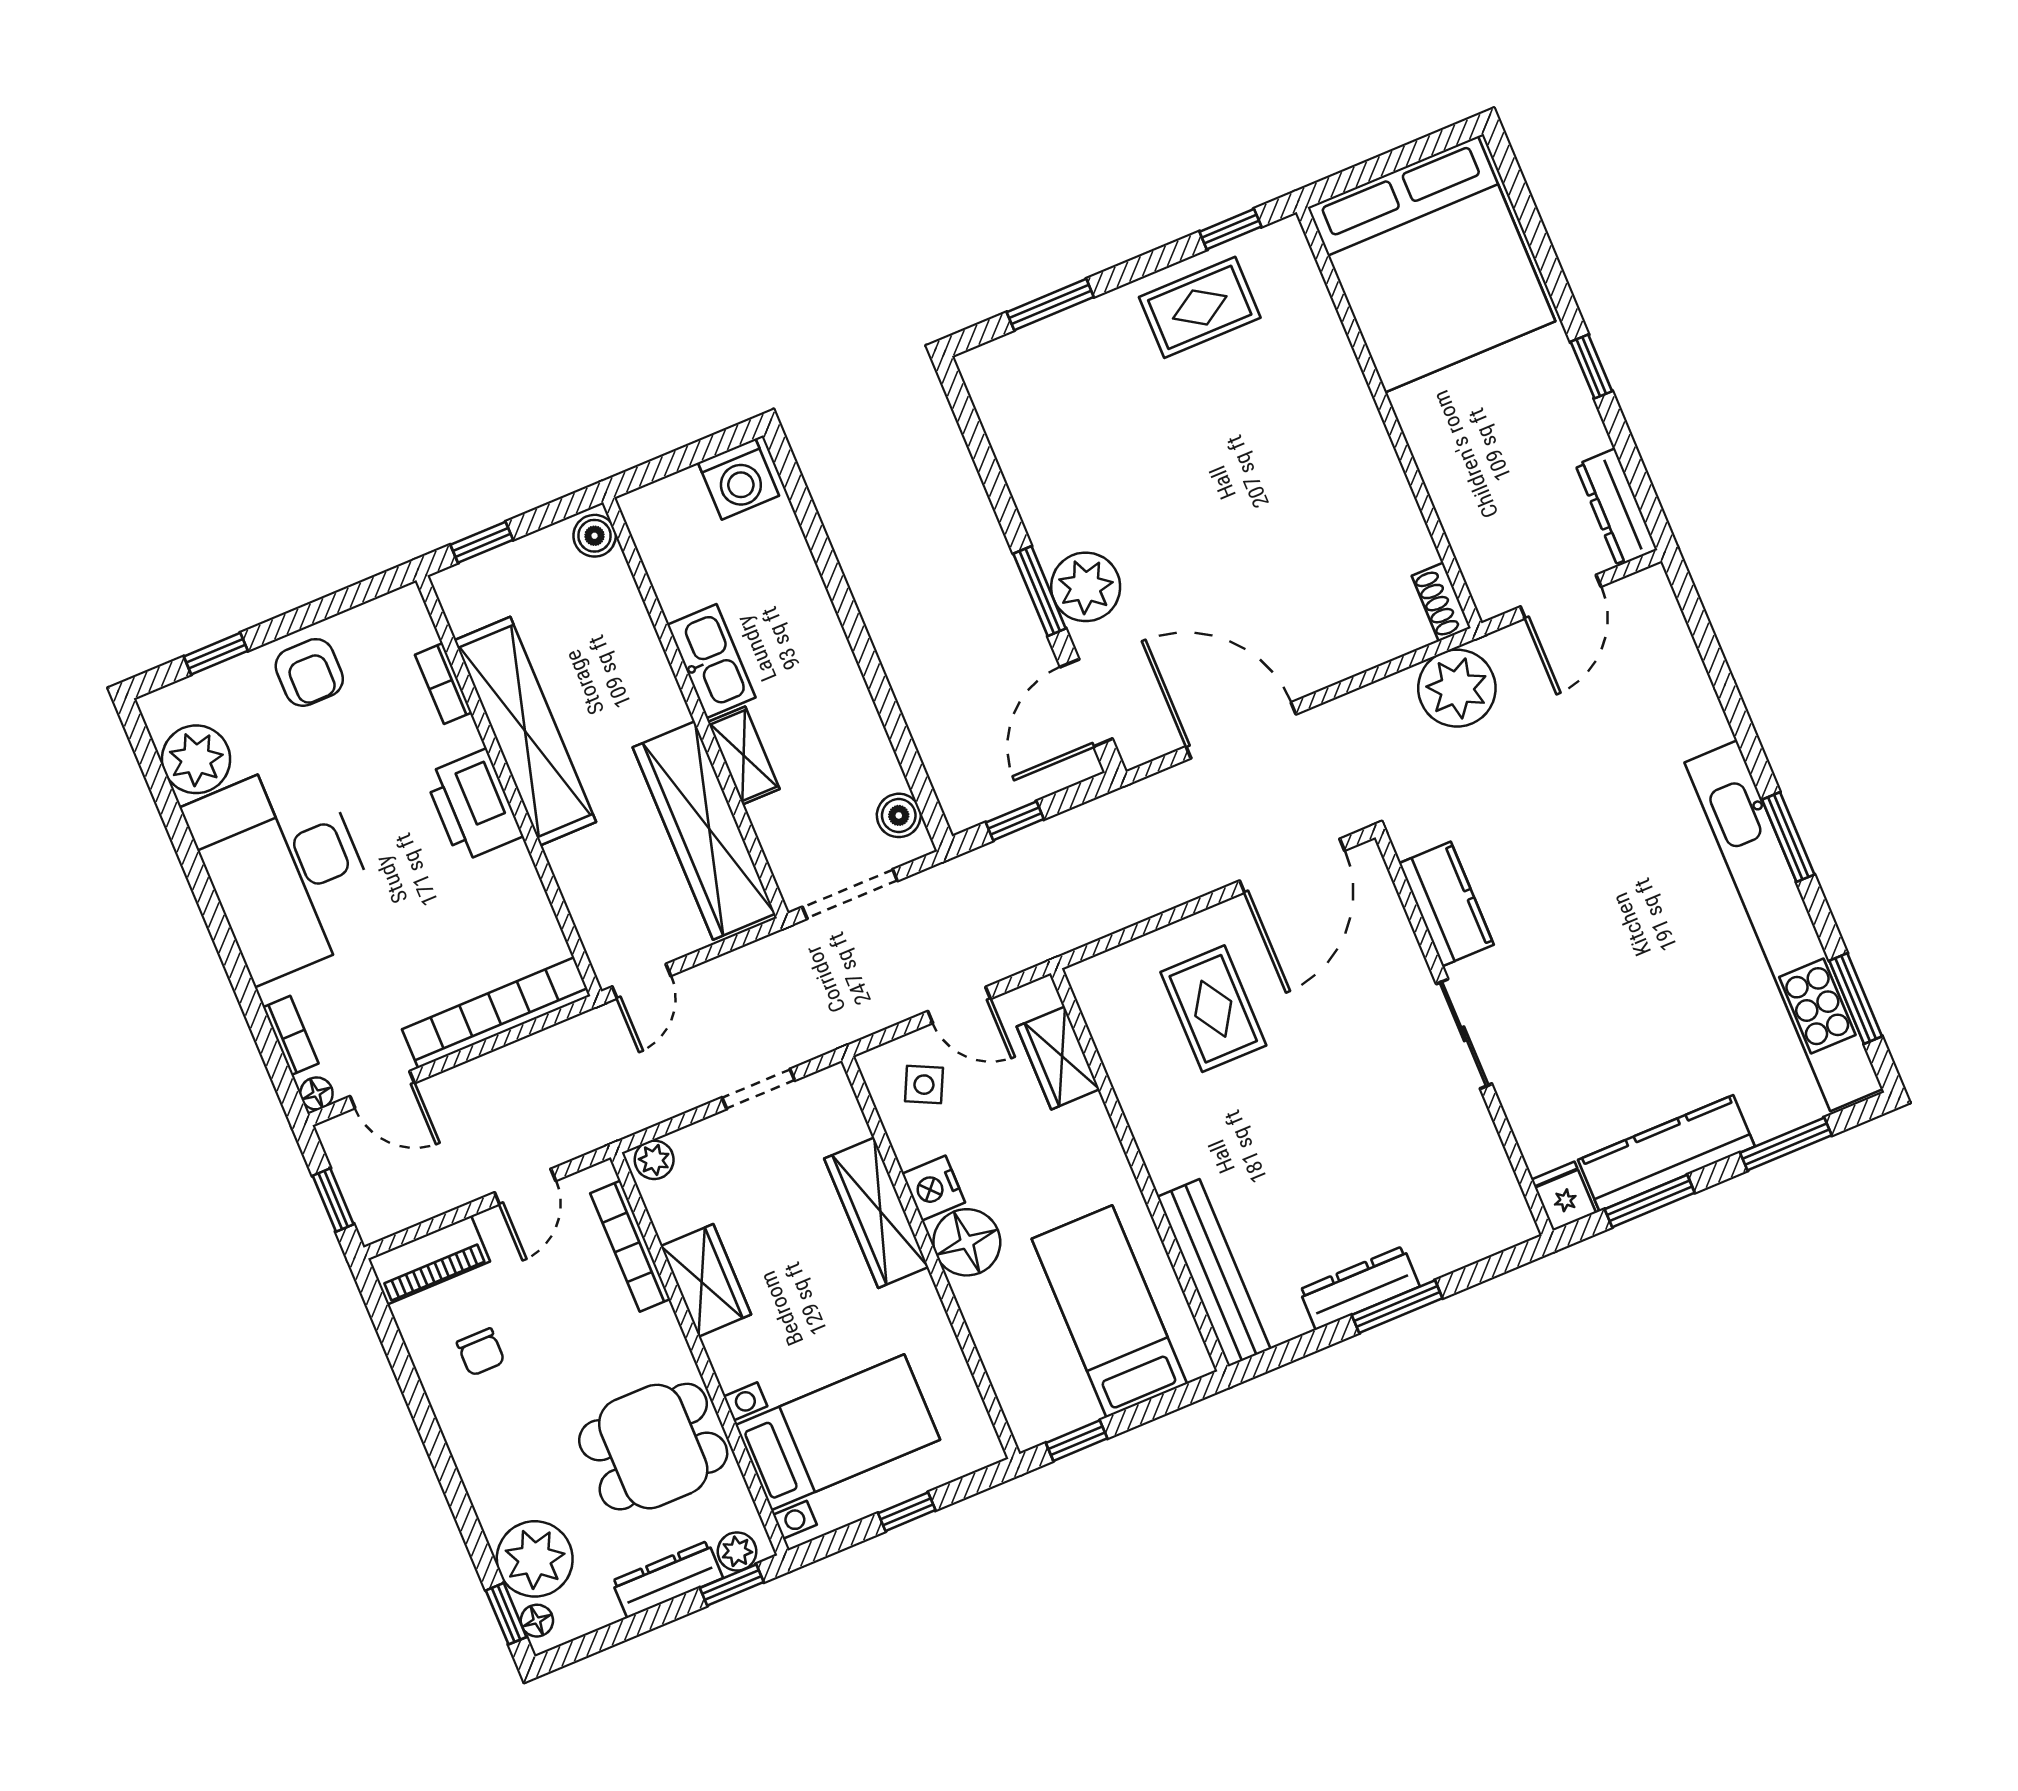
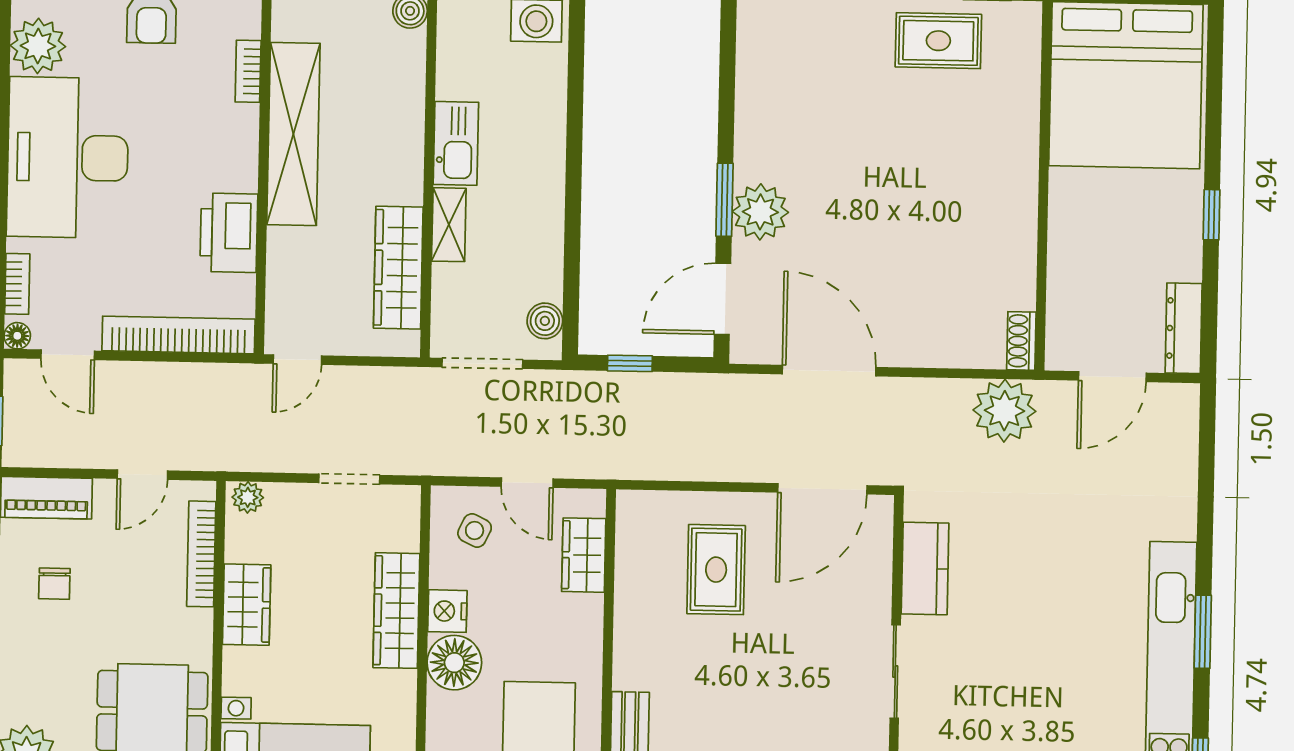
printer: (473, 805) -> (229, 233), moved
wardrobe: (704, 831) -> (398, 268), width x0.71, depth x0.85

